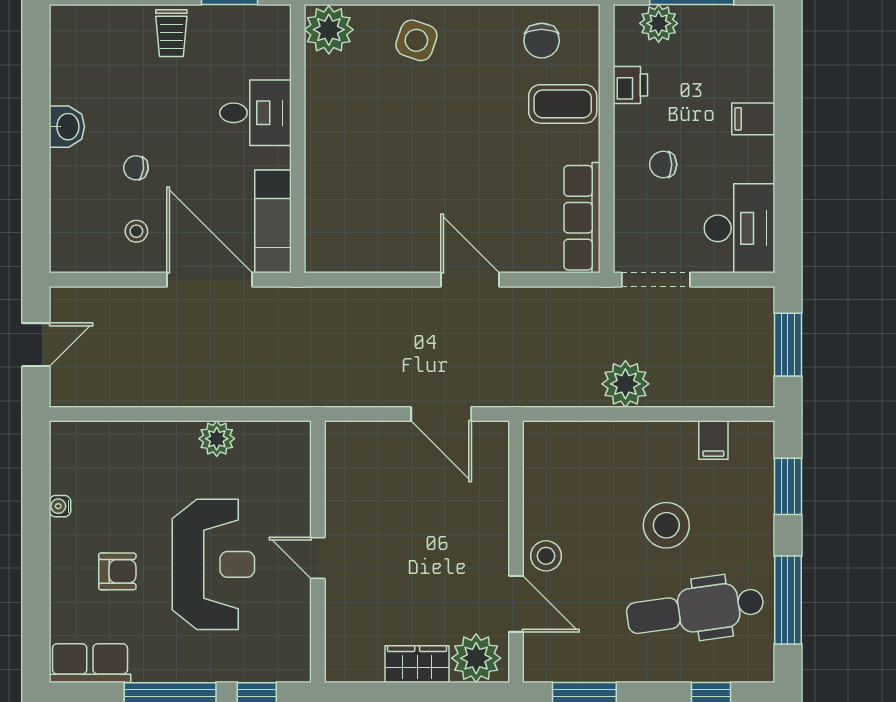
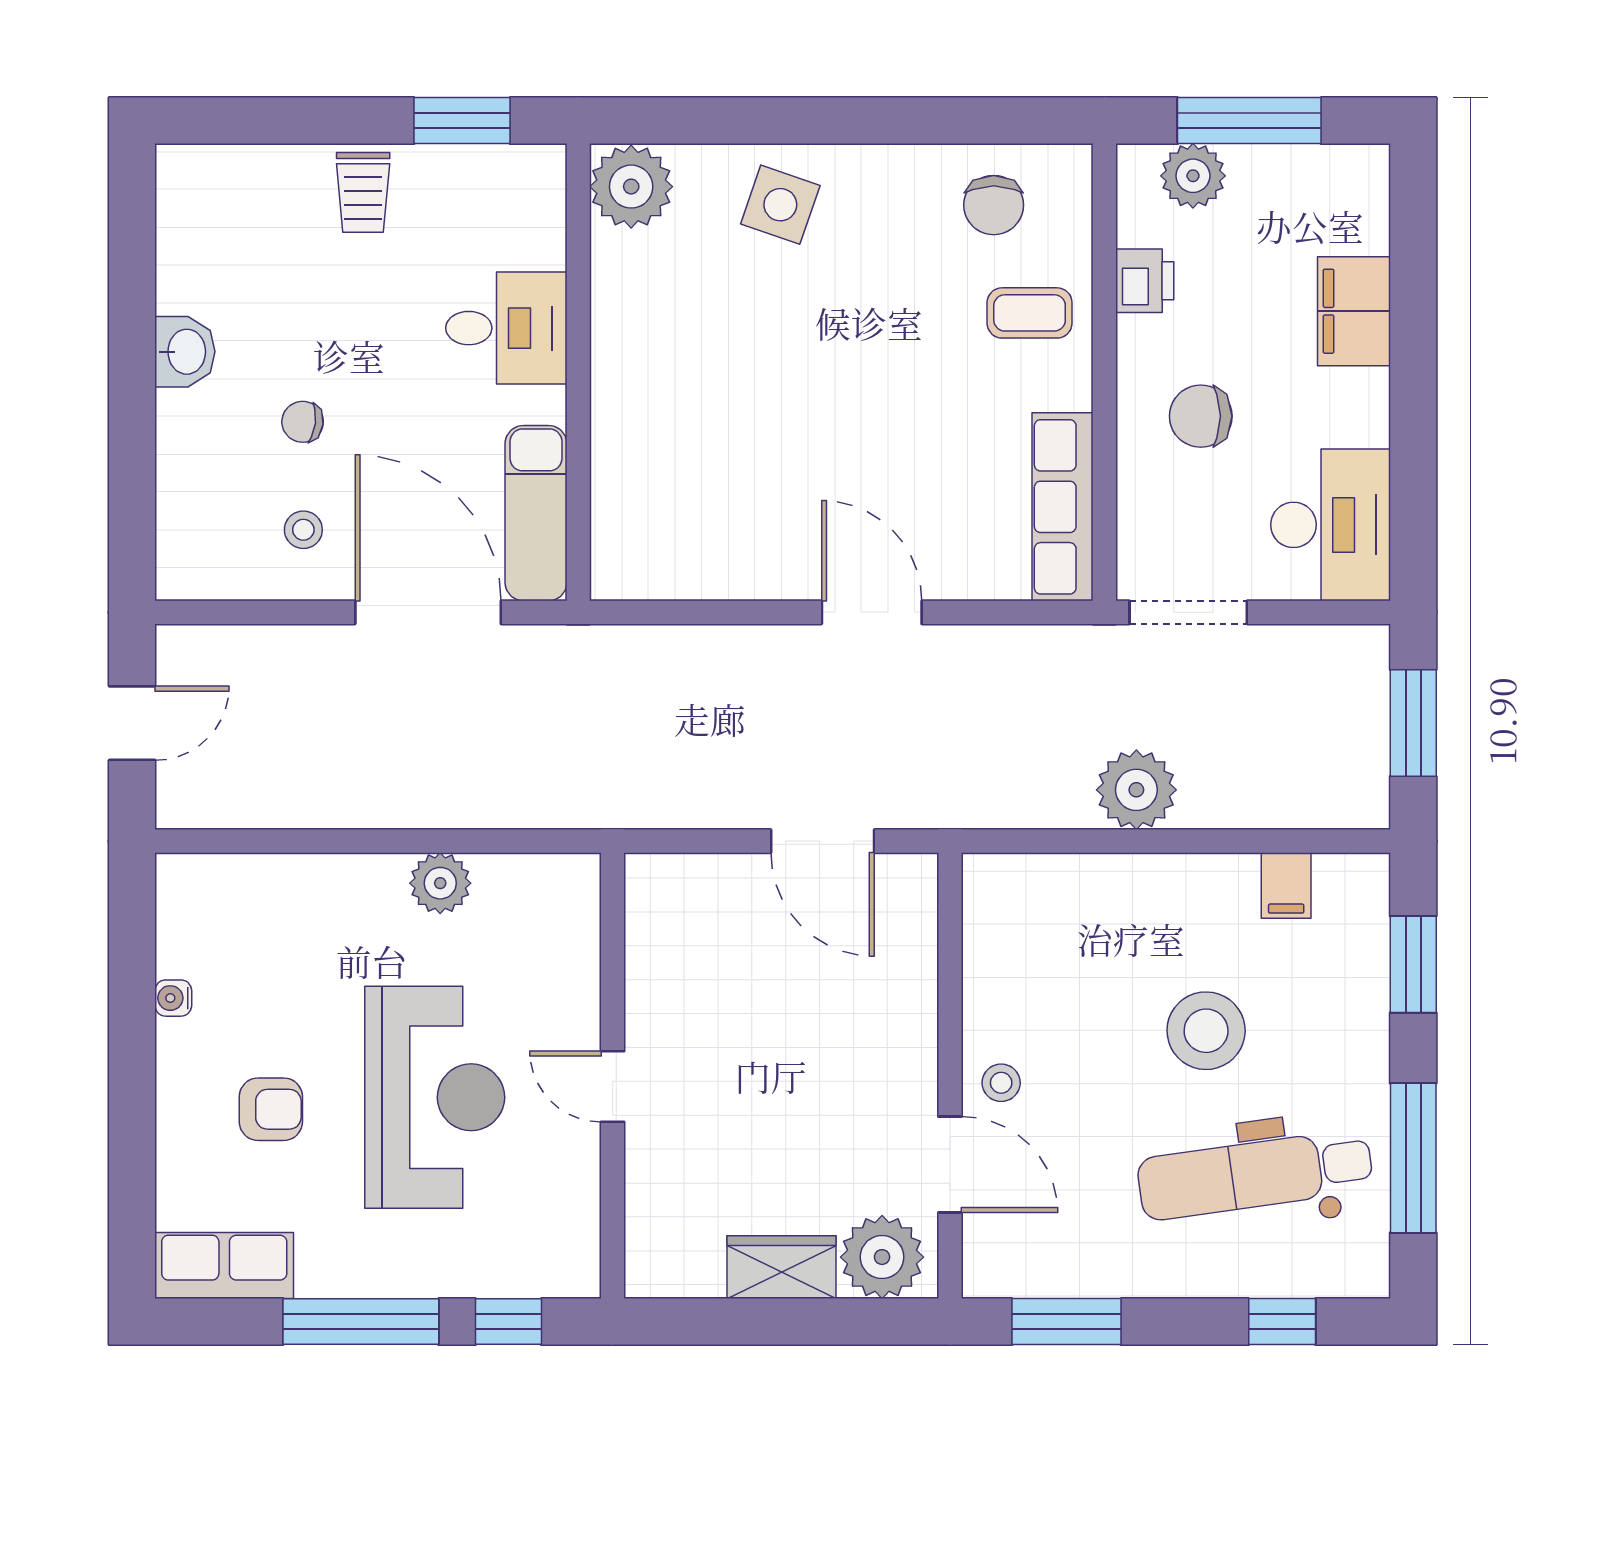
coffee table: (563, 104) -> (1030, 313), width x0.73, depth x0.77
filing cabinet: (753, 119) -> (1354, 311), width x2.00
chair: (663, 165) -> (1201, 416), width x1.37, depth x1.37
stool: (546, 556) -> (1001, 1083), width x0.73, depth x0.73

